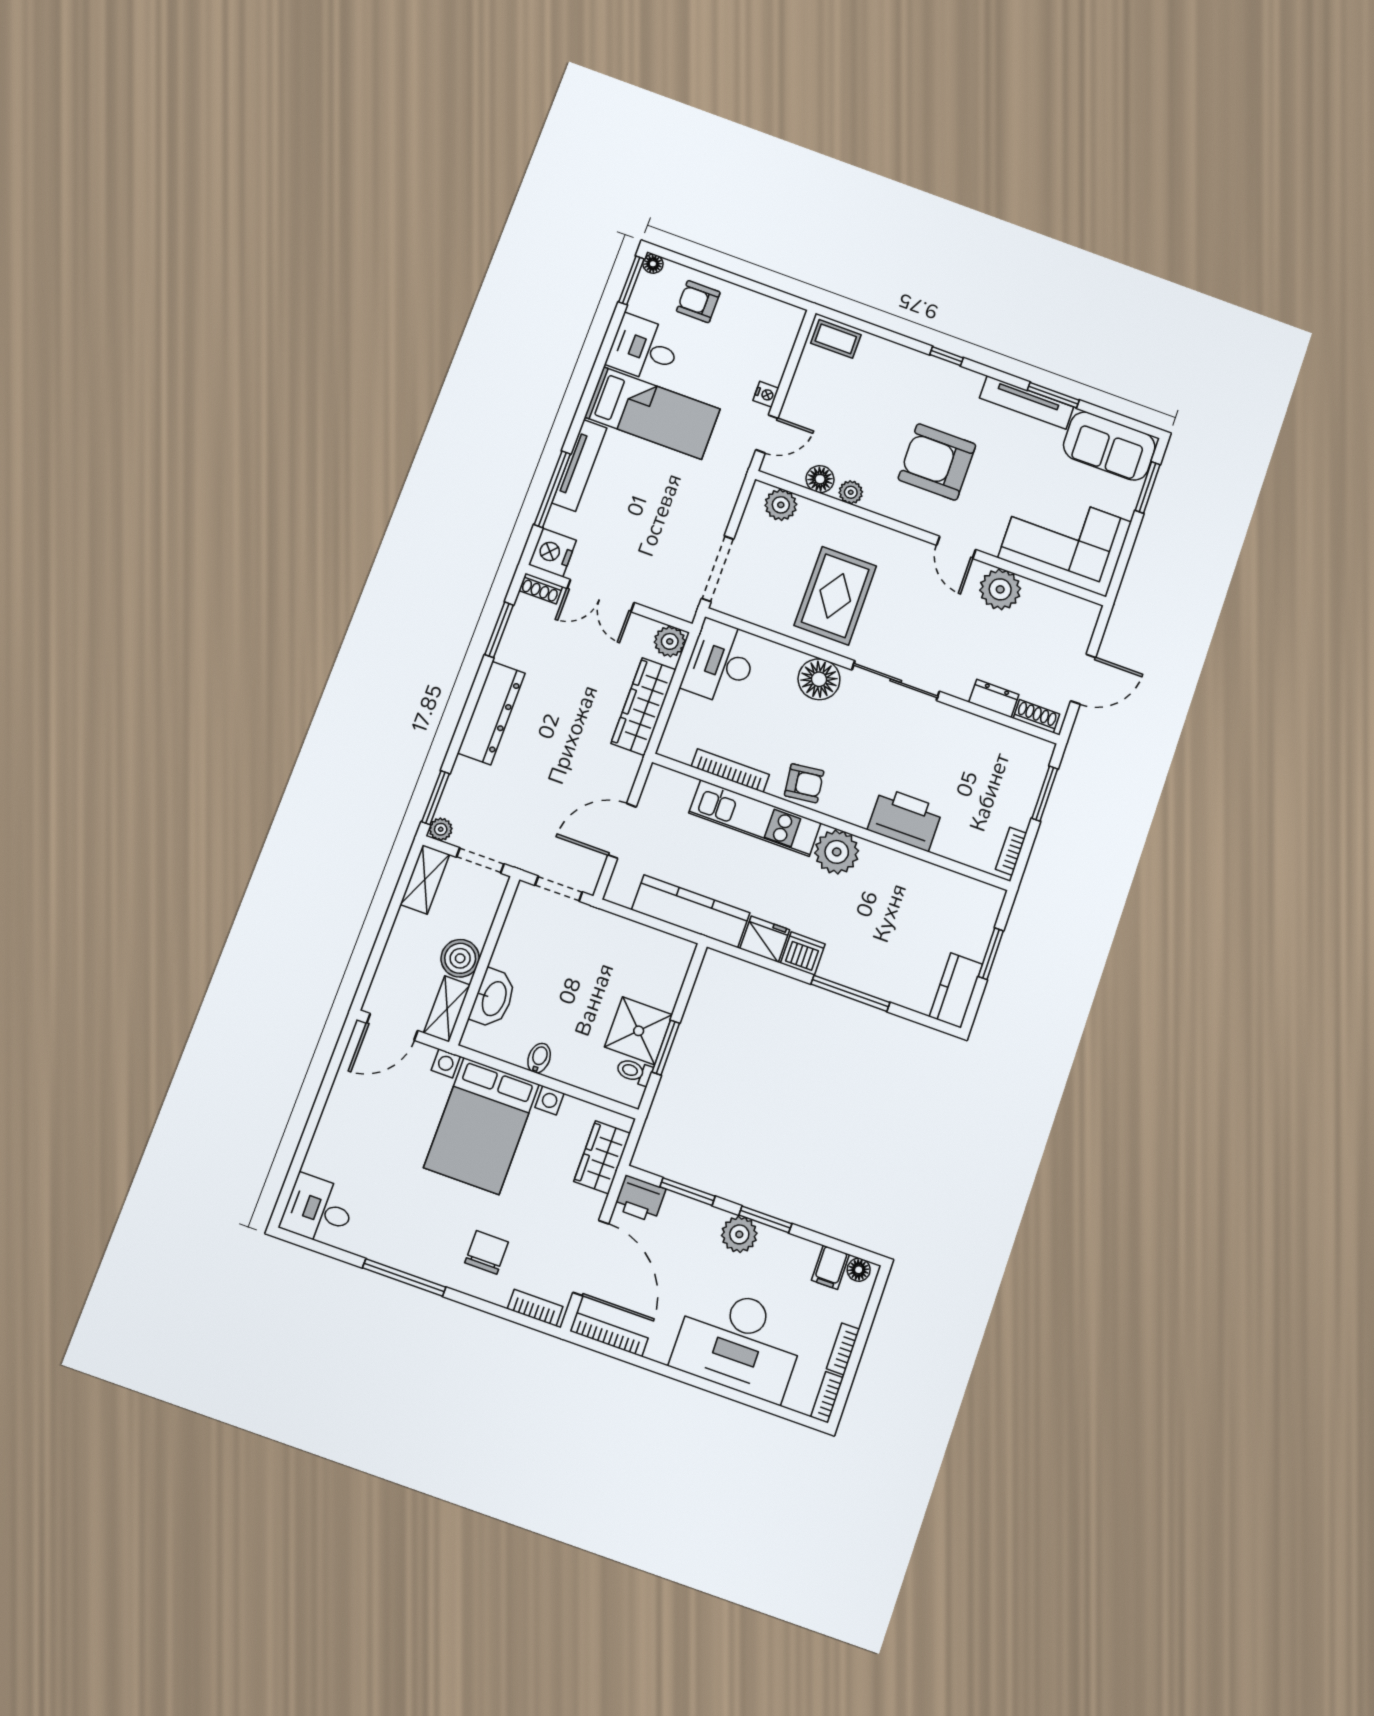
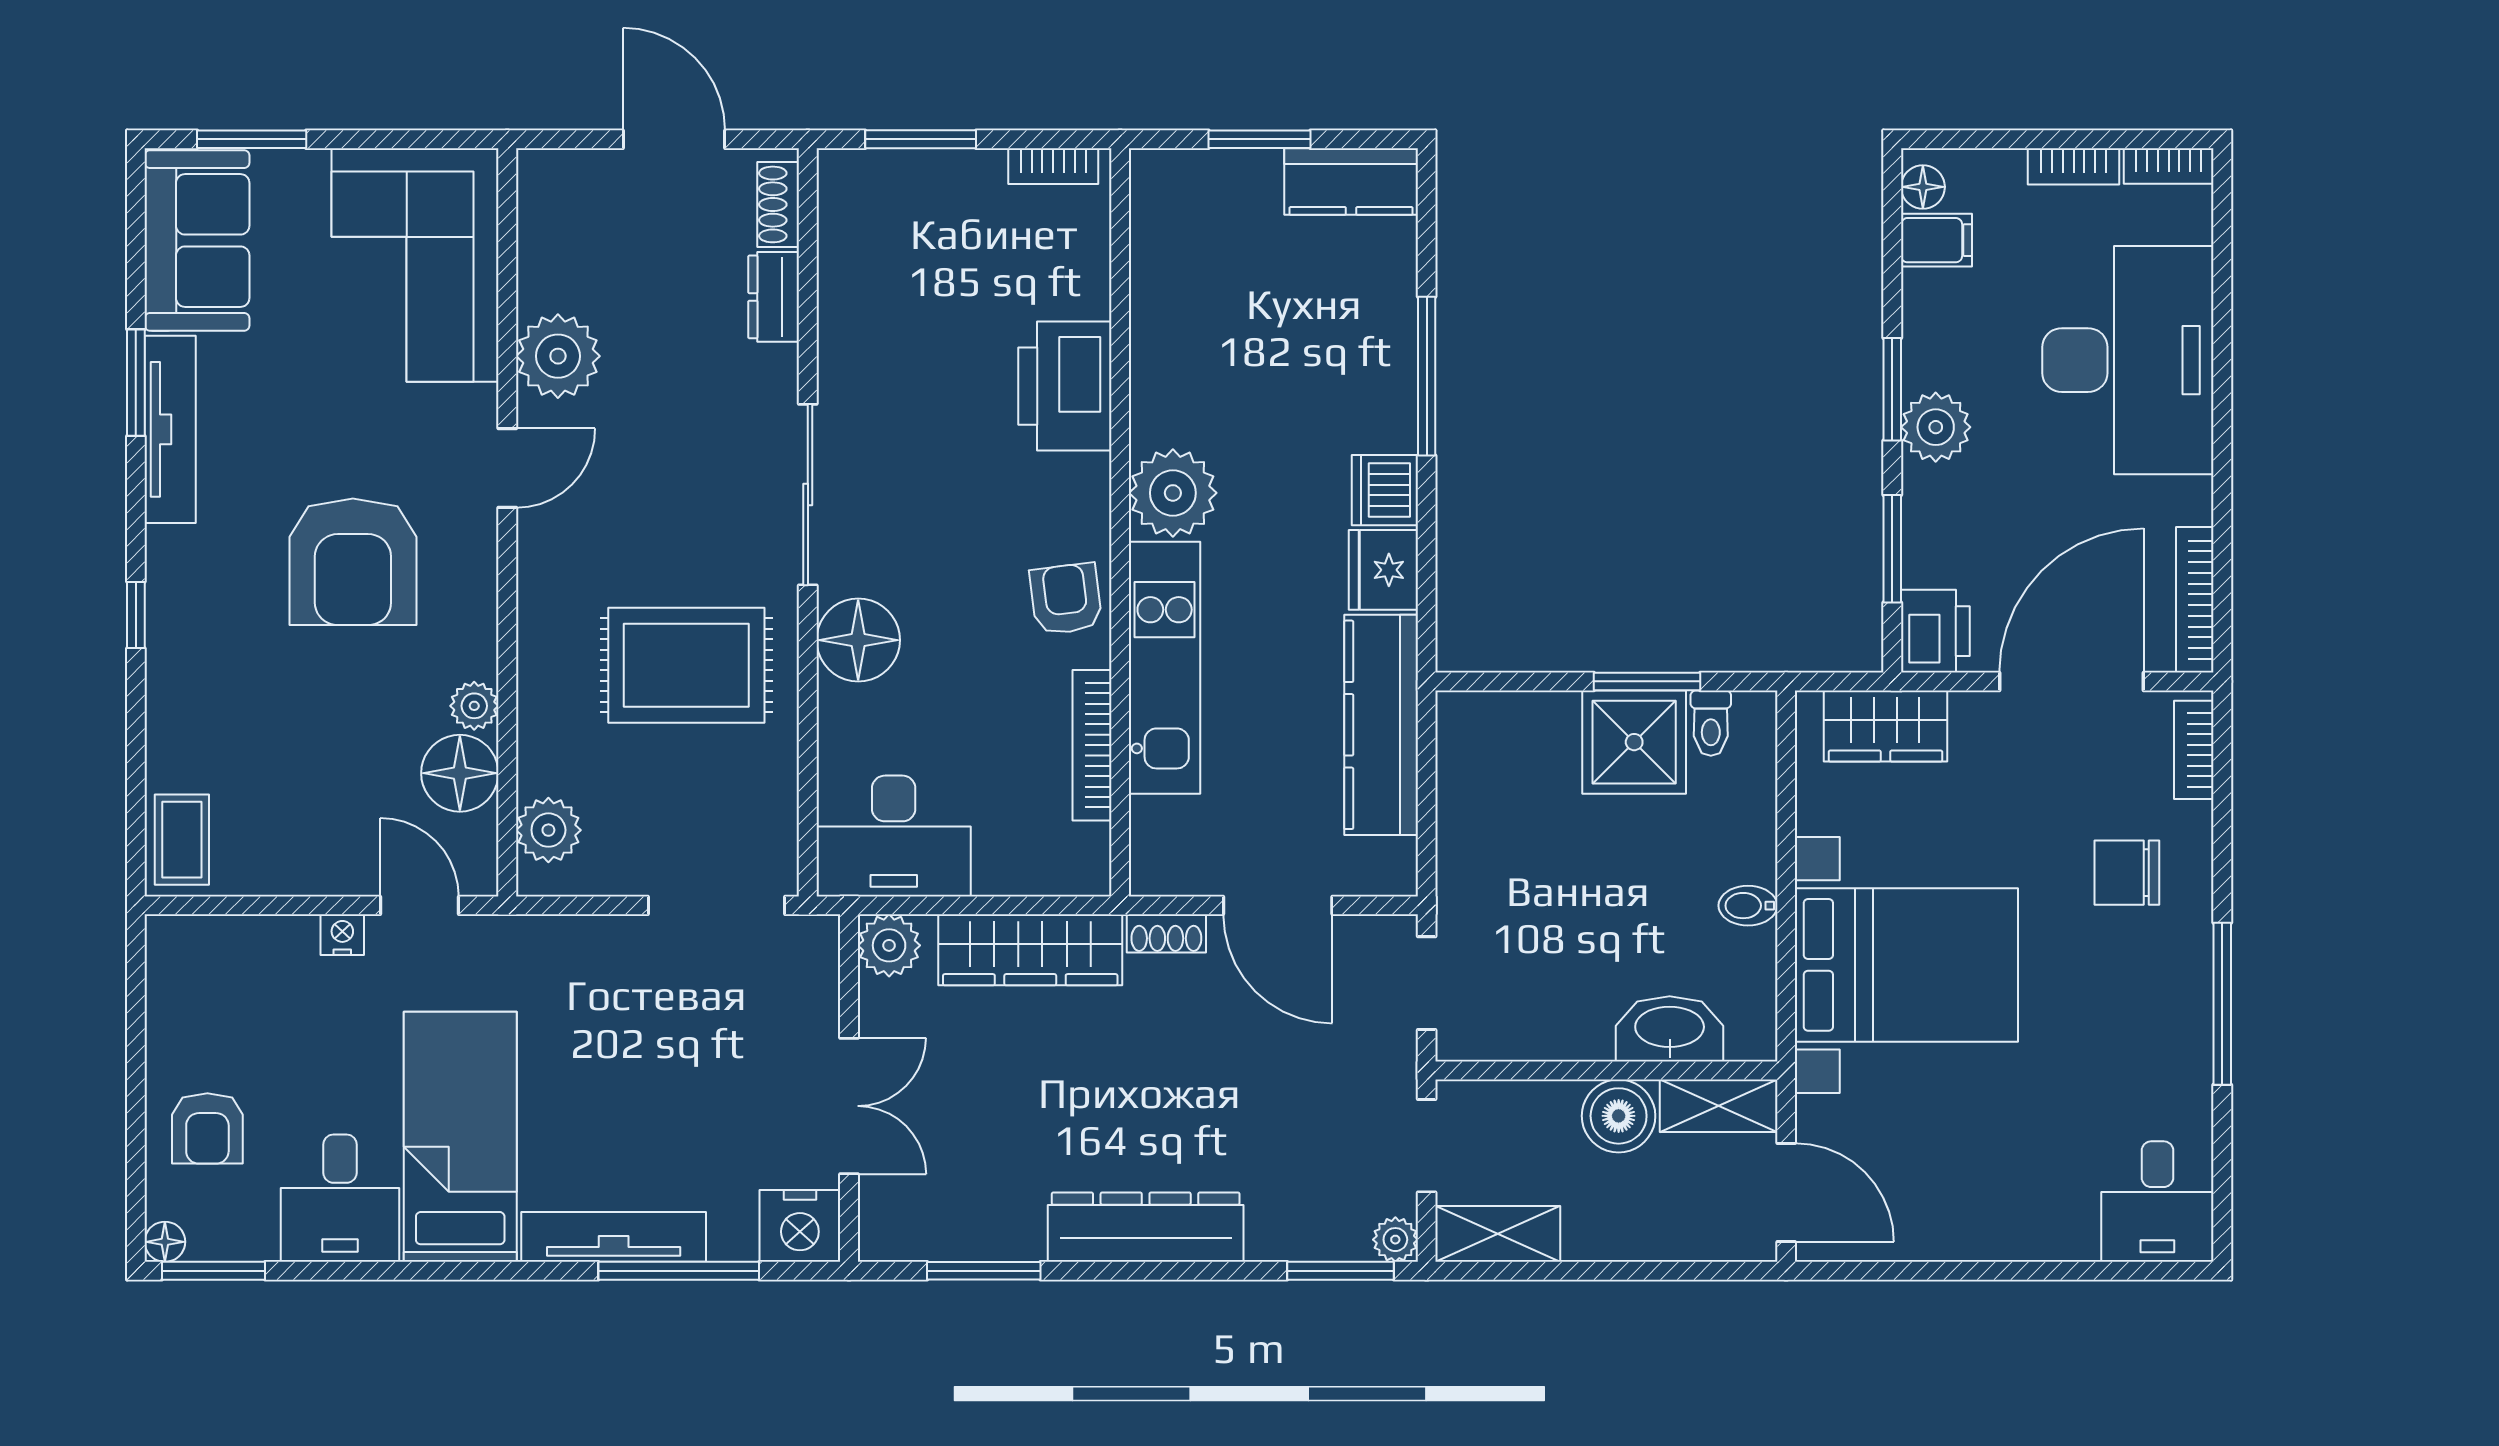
floor lamp: (820, 479) -> (460, 773), width x1.38, depth x1.38
shoe rack: (541, 589) -> (1166, 933), moved, turned 90

